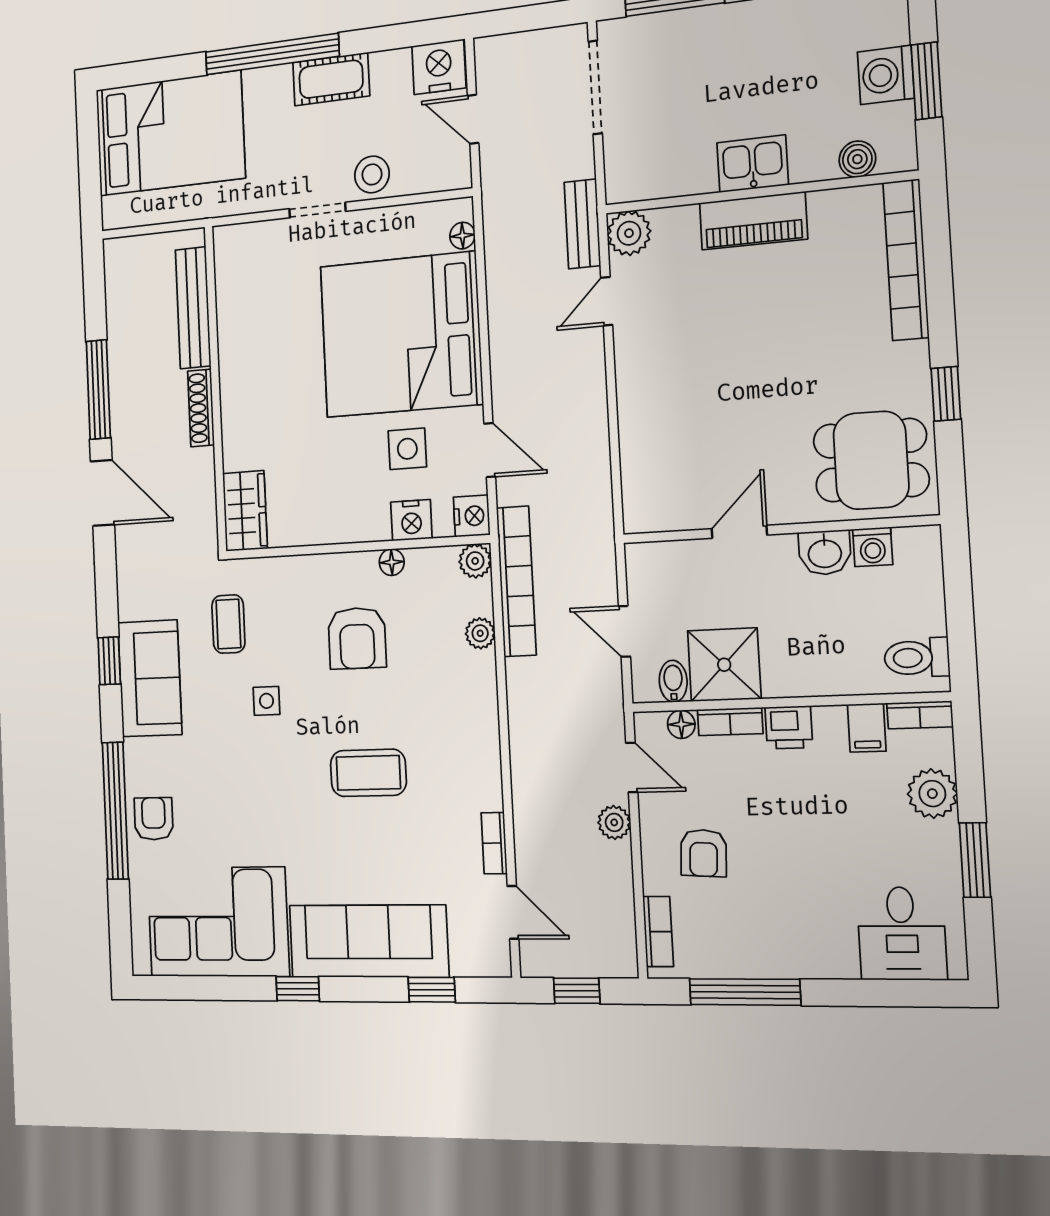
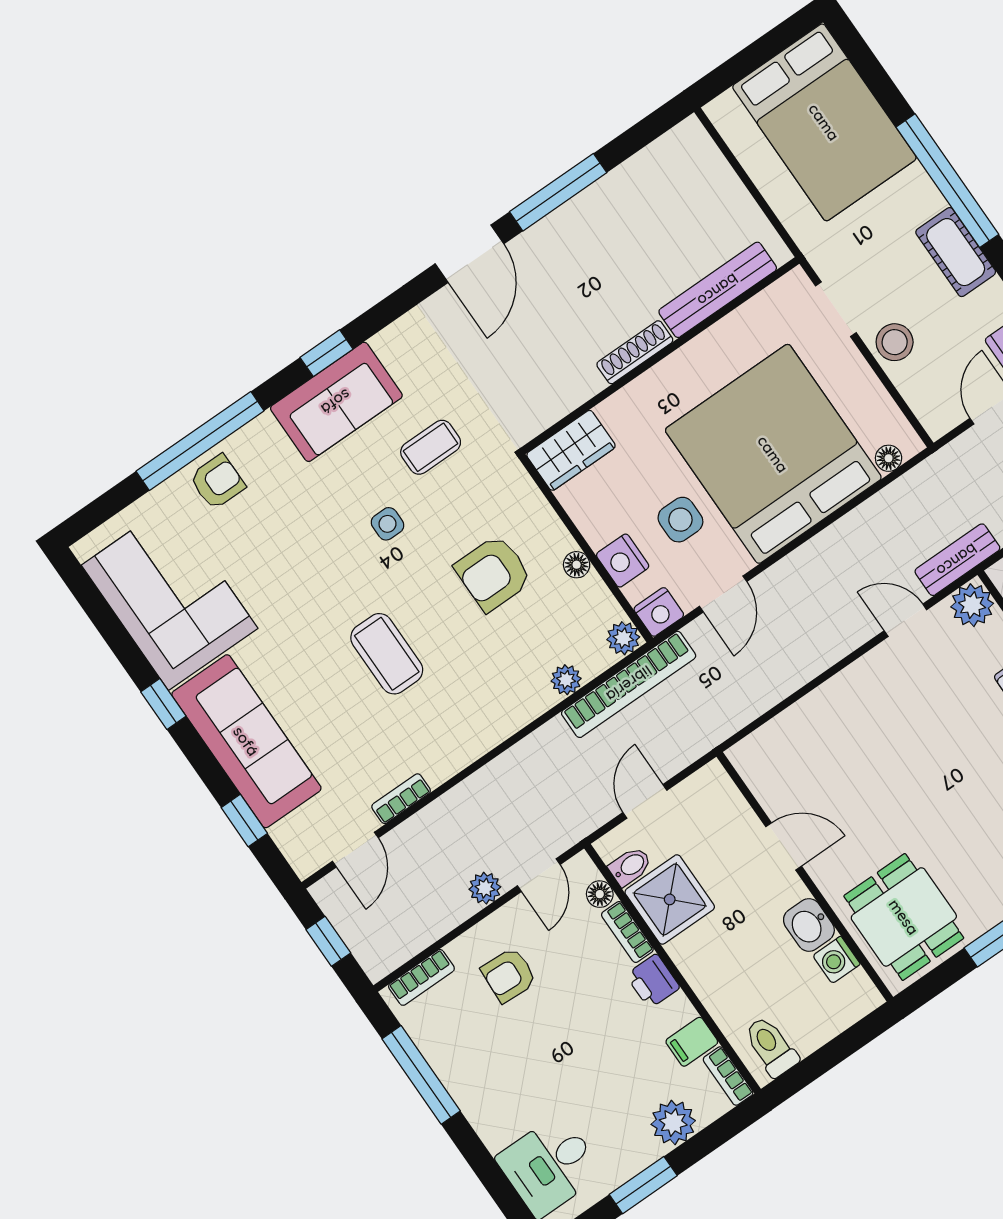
bench: (193, 308) -> (718, 290), moved
wall: (215, 388) -> (660, 356), moved
shoe rack: (201, 408) -> (635, 352), moved
wardrobe: (245, 511) -> (571, 450), moved

